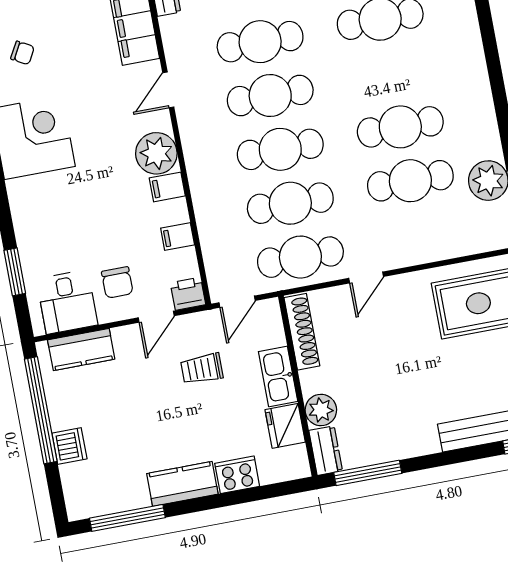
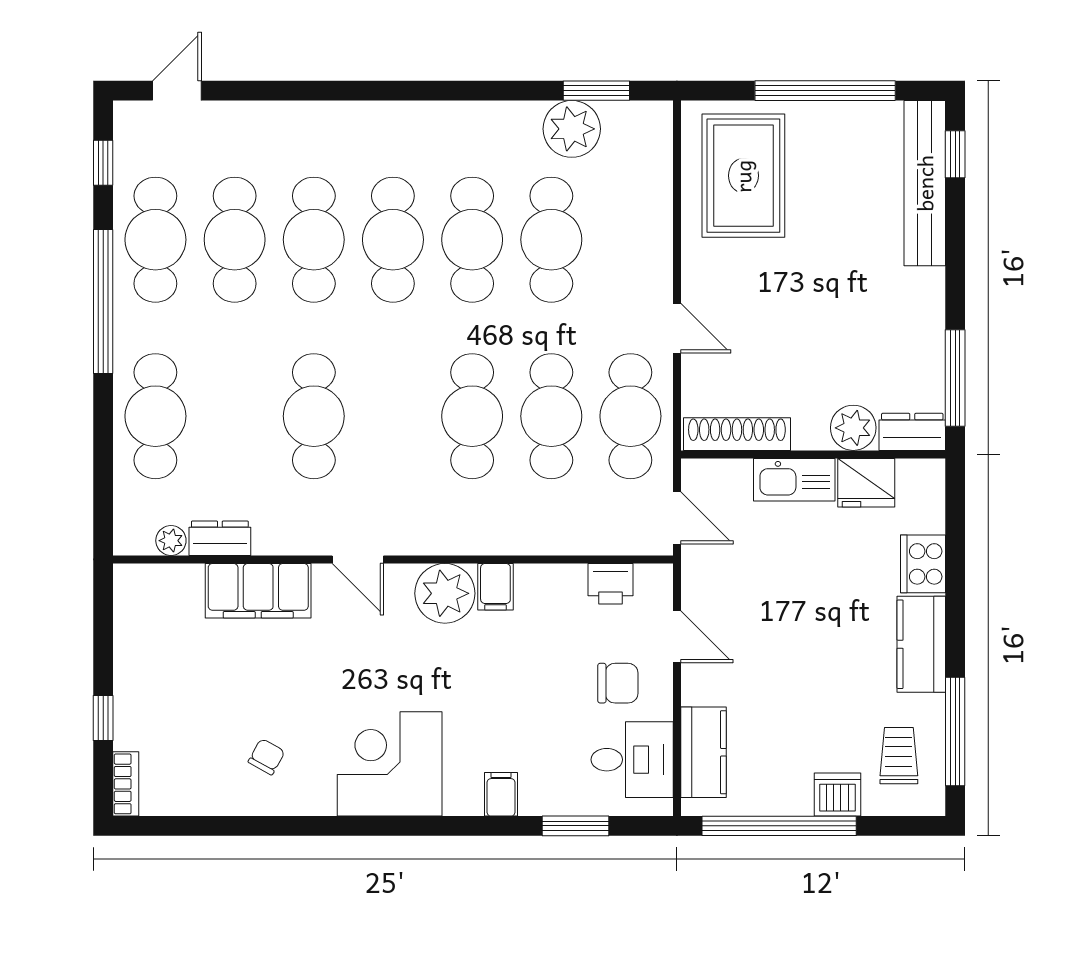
cafe table: (270, 96) -> (393, 240), moved
filing cabinet: (178, 236) -> (501, 794), moved, turned 180
printer: (188, 294) -> (611, 584), moved, turned -90
trolley: (202, 369) -> (899, 756), moved, turned 180

